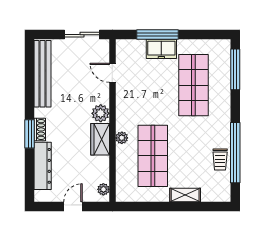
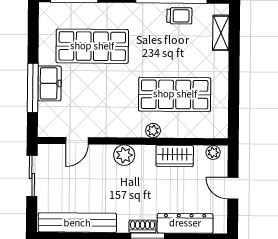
wardrobe: (100, 139) -> (175, 156), moved
shelving: (185, 195) -> (221, 33), moved

